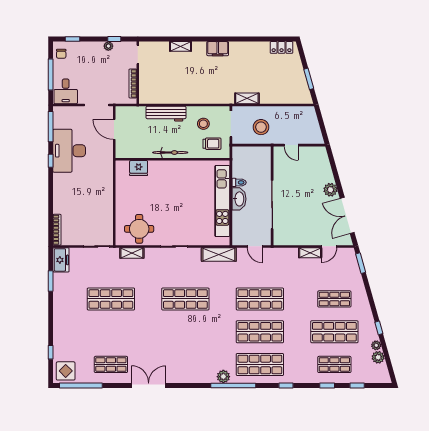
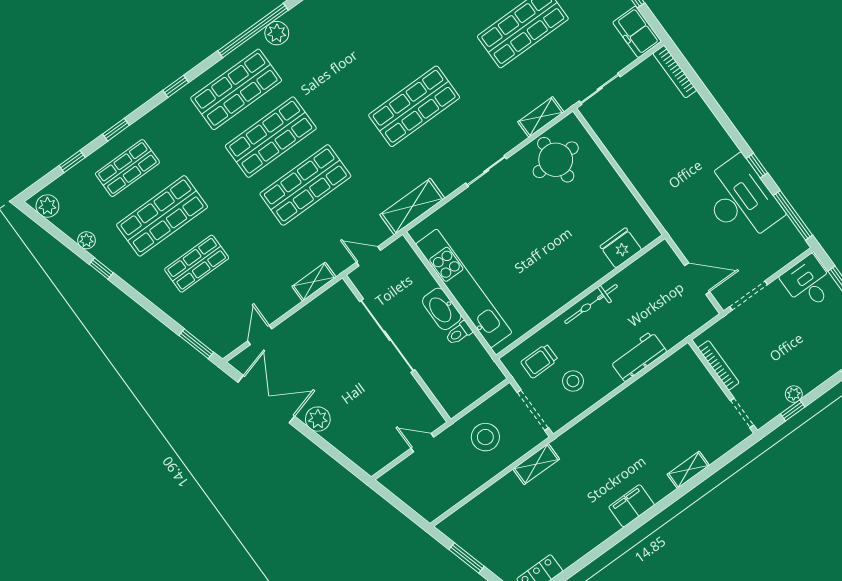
workbench: (166, 114) -> (638, 356), width x0.73
shelving: (310, 253) -> (314, 282), moved
plant: (378, 357) -> (47, 206), moved

